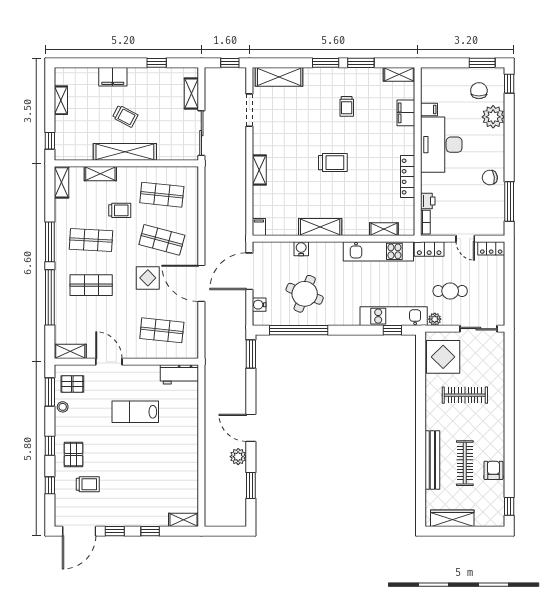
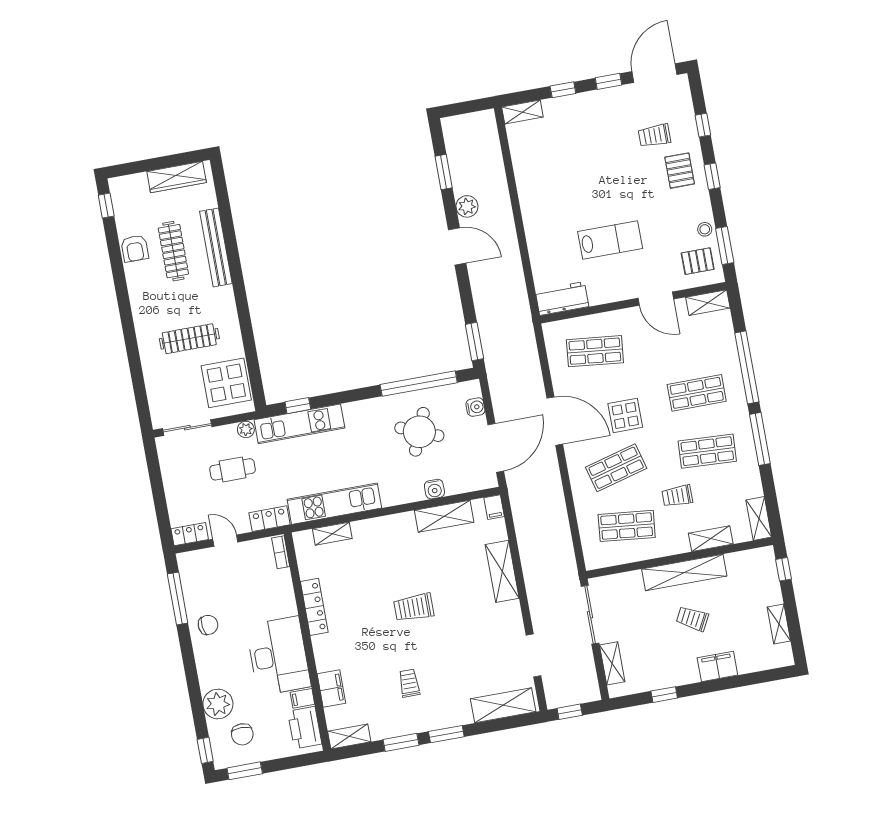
shelving: (259, 170) -> (502, 571), width x1.50, depth x1.33
printer: (428, 201) -> (305, 728), moved, width x1.87, depth x1.48
shelving: (320, 227) -> (444, 516), moved
shop shelf: (162, 240) -> (616, 468), turned -30

